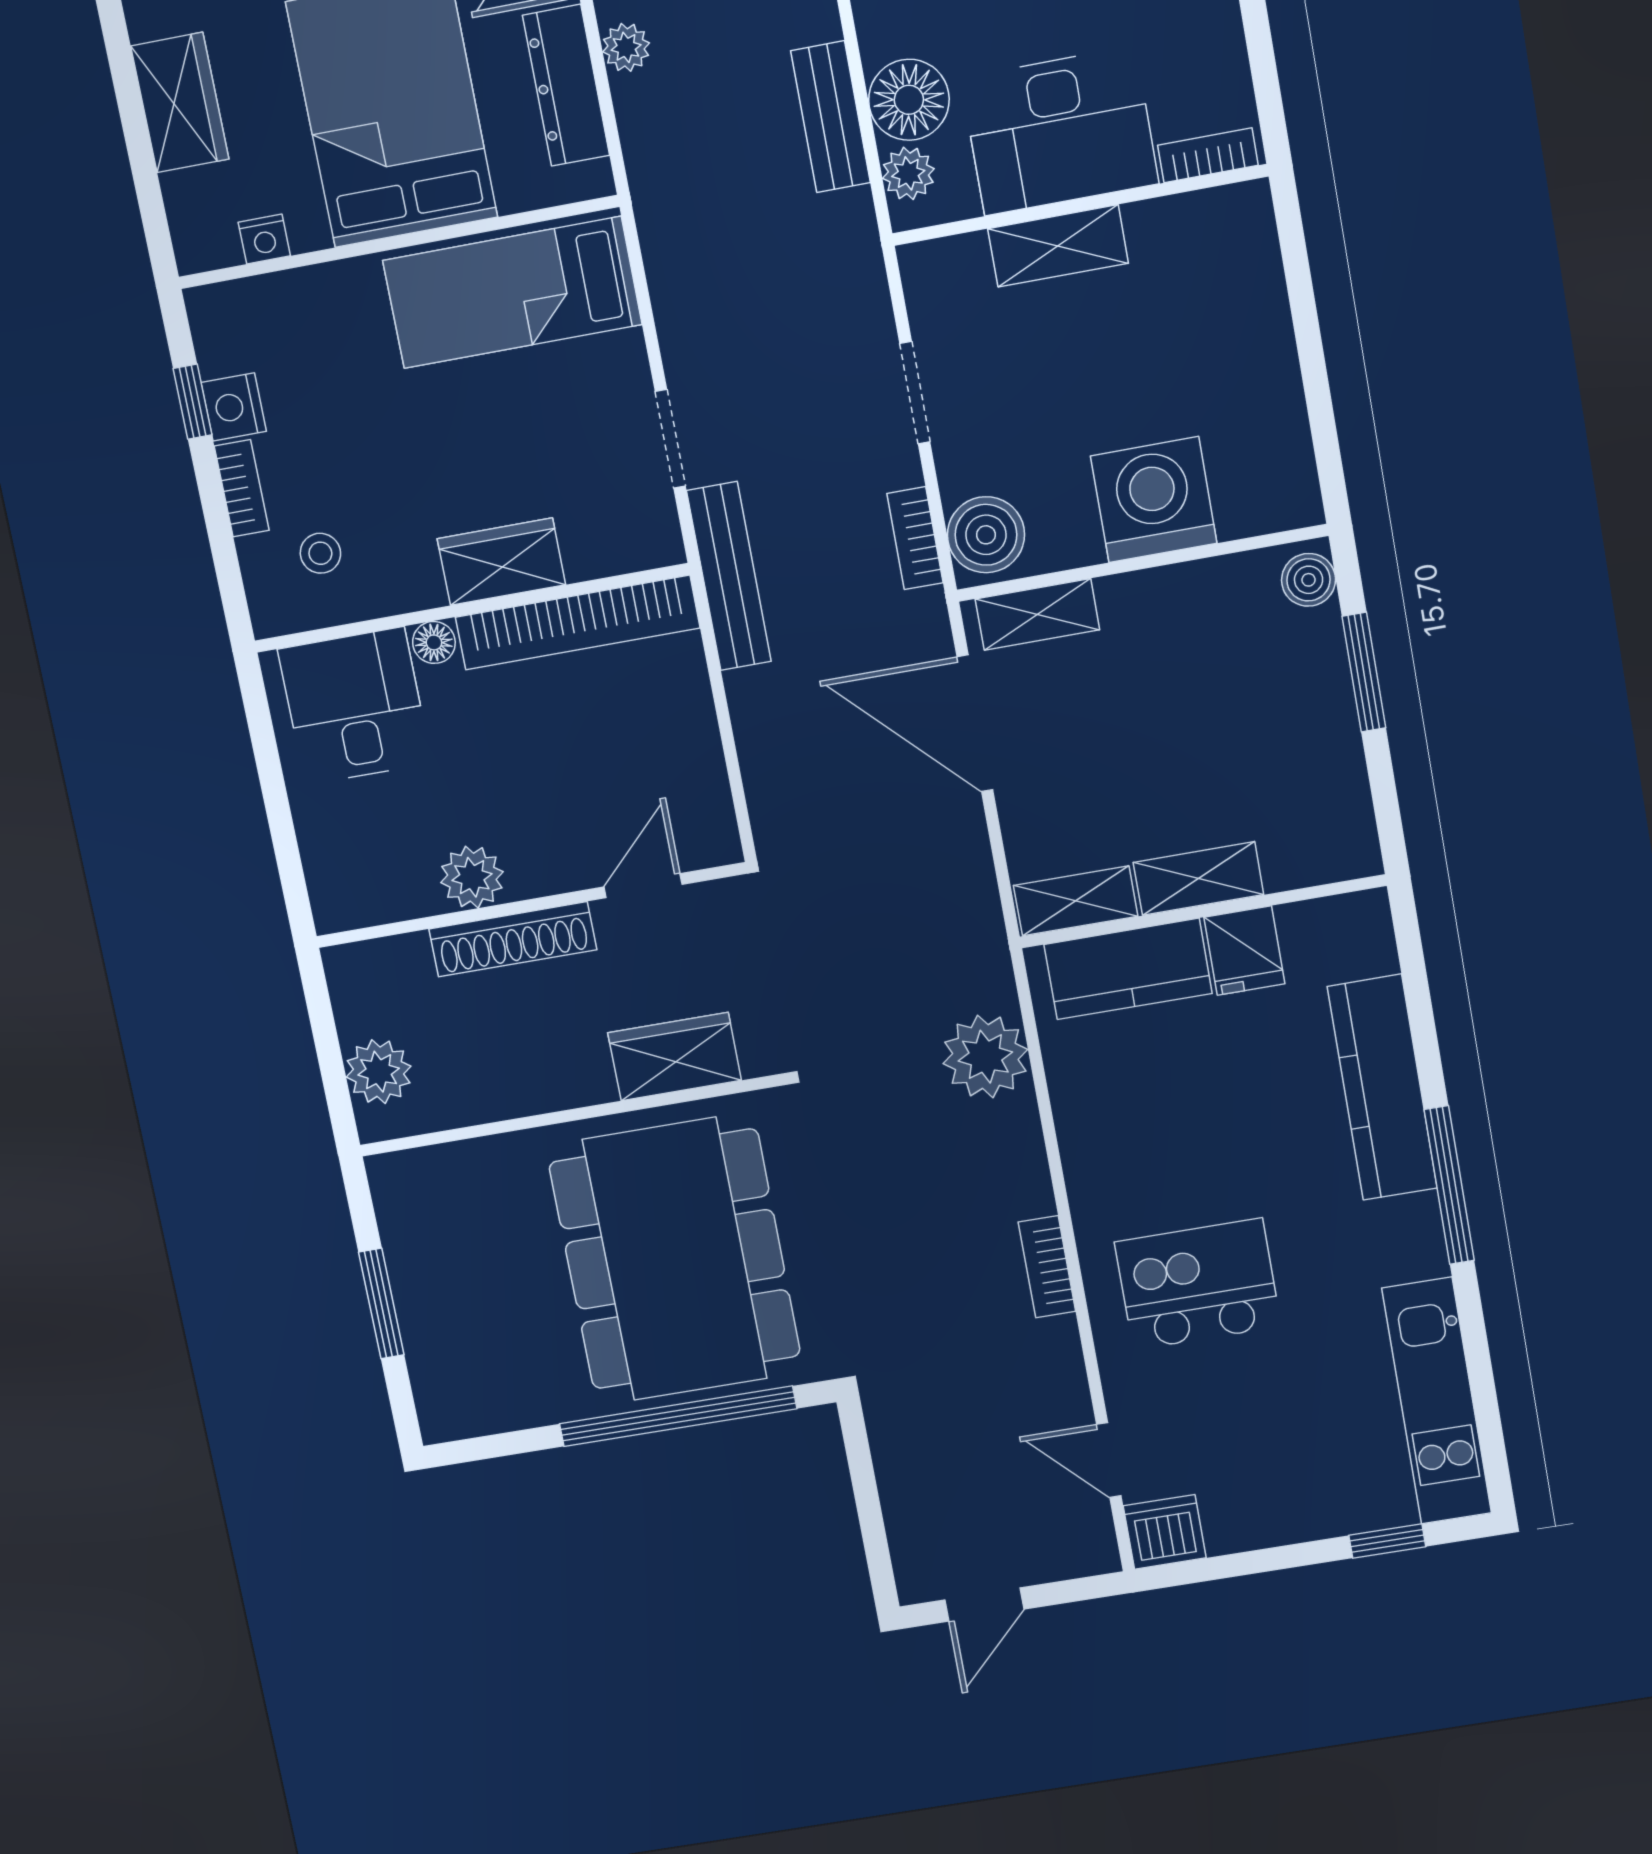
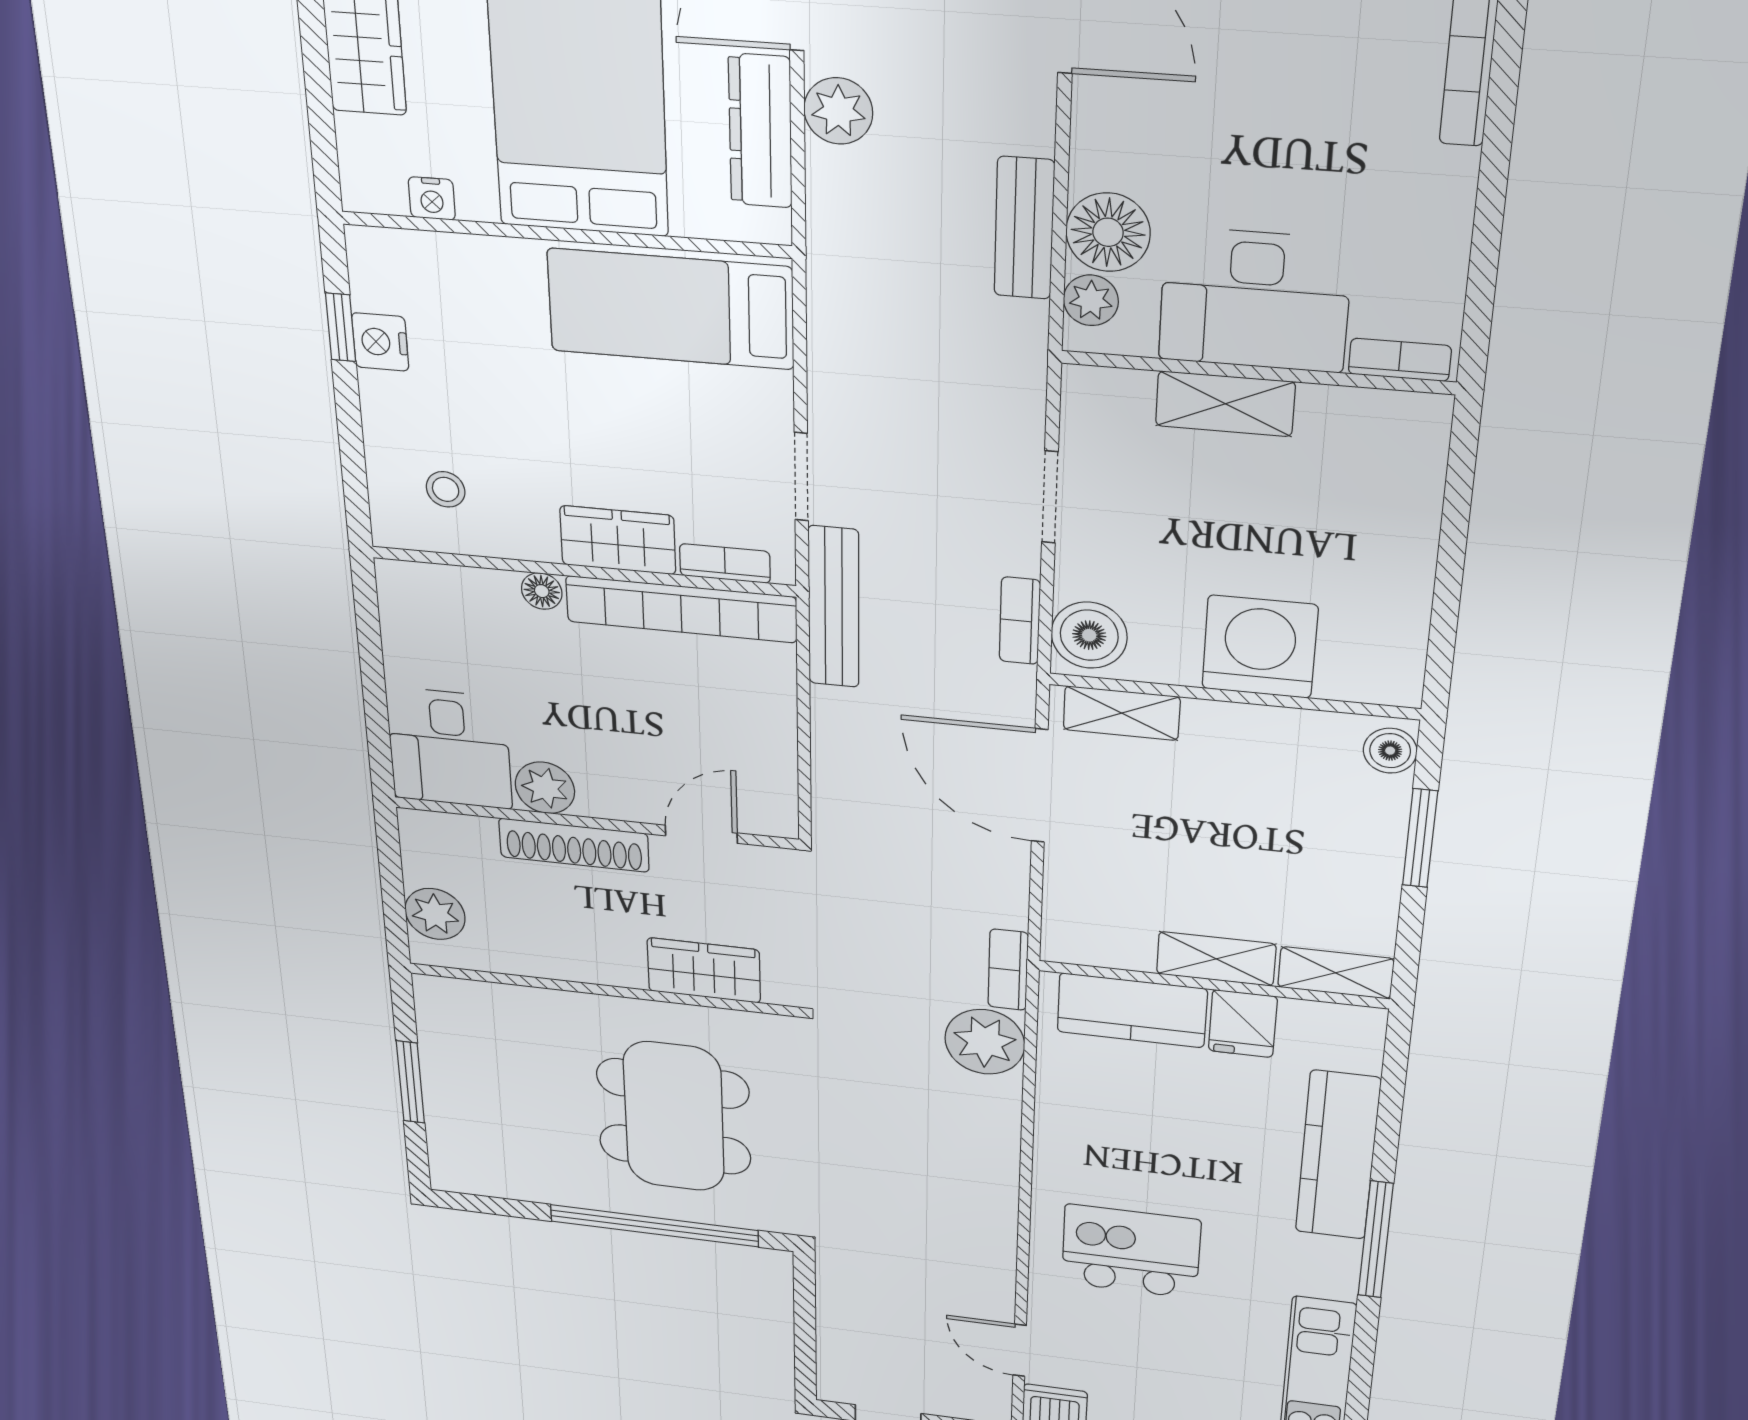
plant: (626, 47) -> (838, 111), width x1.38, depth x1.38
bookcase: (242, 488) -> (725, 564), moved, turned -90
desk: (355, 706) -> (449, 748), moved, turned 180
shelving: (1076, 901) -> (1336, 973), moved
dining table: (675, 1259) -> (674, 1117), width x0.73, depth x0.80
bookcase: (1047, 1267) -> (1008, 970), moved

